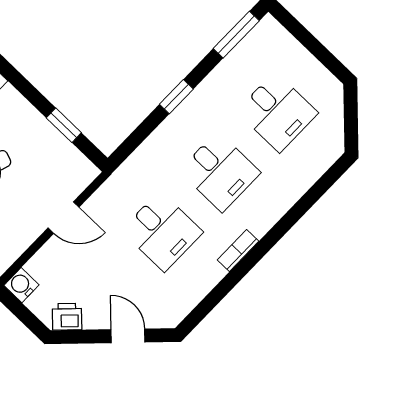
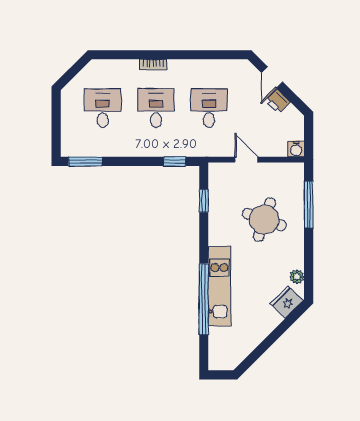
window: (176, 97) -> (175, 161), moved
bookcase: (238, 251) -> (153, 65), moved
printer: (67, 317) -> (278, 101), moved

